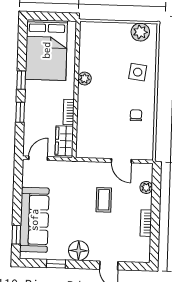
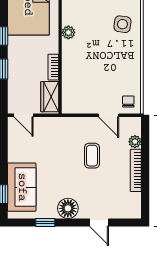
chair: (136, 115) -> (128, 102), moved
door: (38, 158) -> (24, 115), swing flipped
sofa: (34, 220) -> (22, 187), width x0.73
bookcase: (146, 223) -> (136, 170), width x1.56

